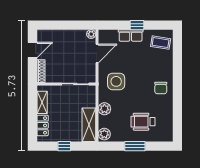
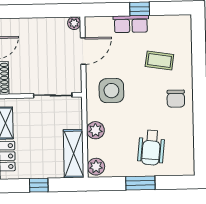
coffee table: (161, 43) -> (159, 61), moved
wheelchair: (143, 122) -> (151, 148), turned -84

